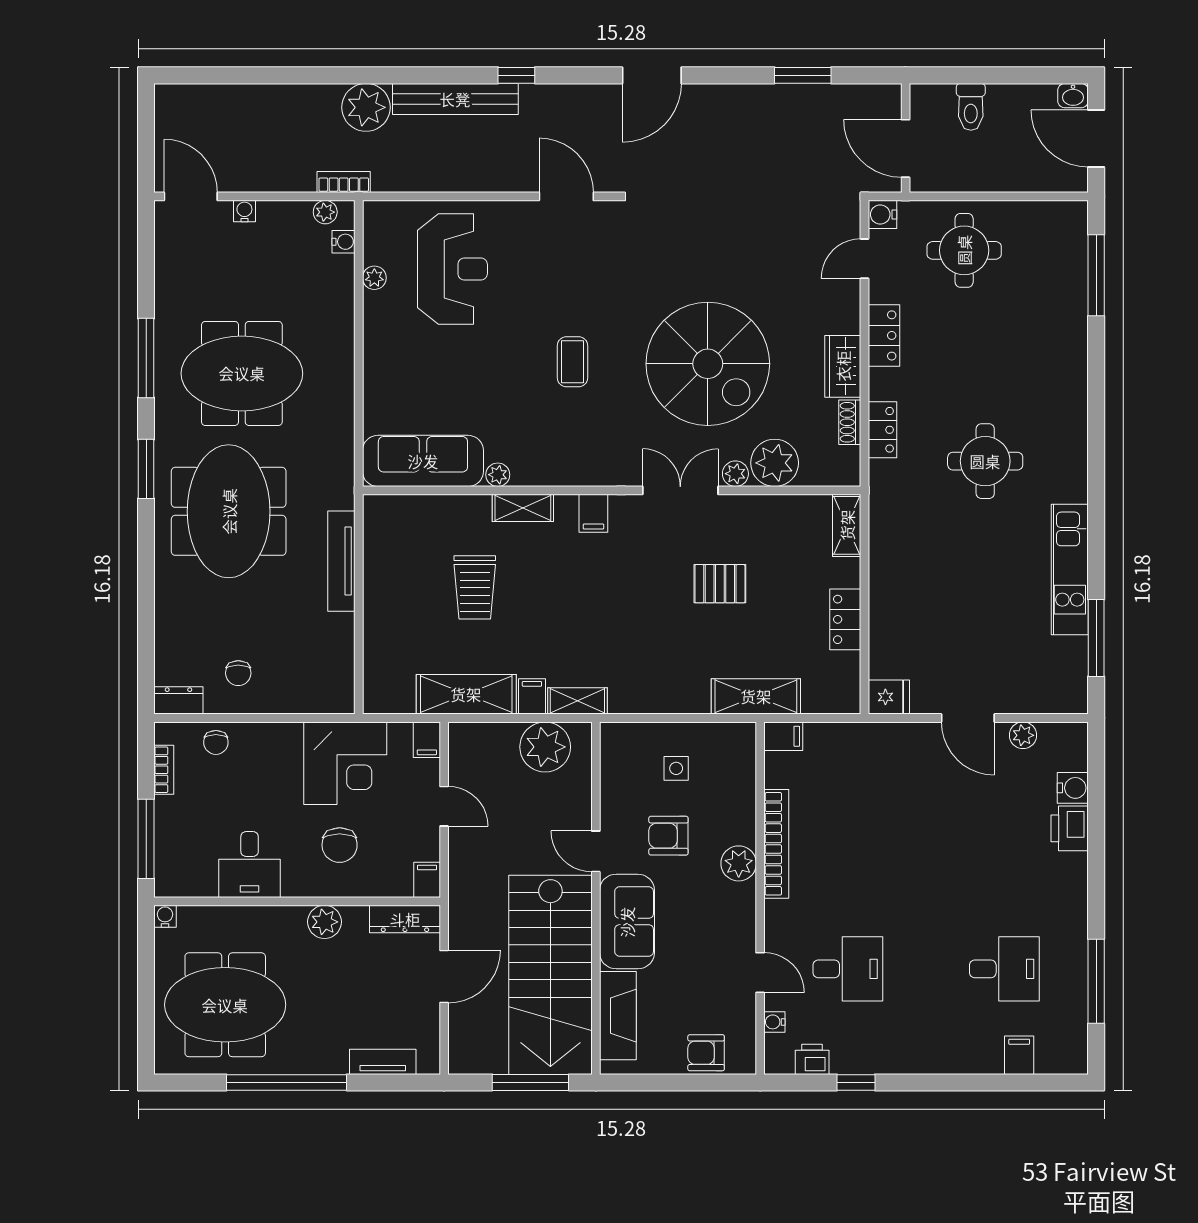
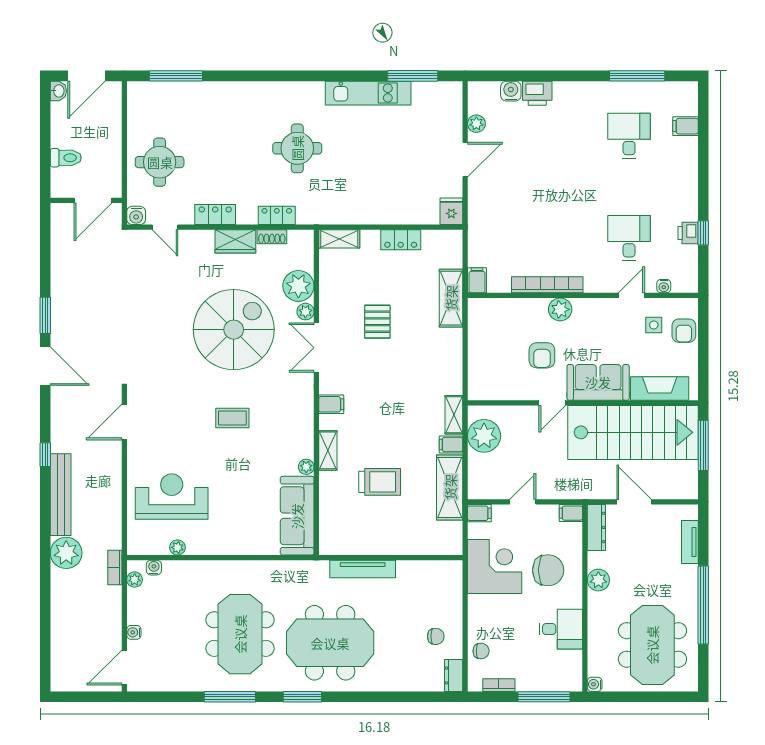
window: (803, 75) -> (45, 315), moved
side table: (676, 768) -> (654, 325), moved
chair: (340, 845) -> (548, 570), width x1.37, depth x1.37
printer: (812, 1059) -> (688, 233), moved

